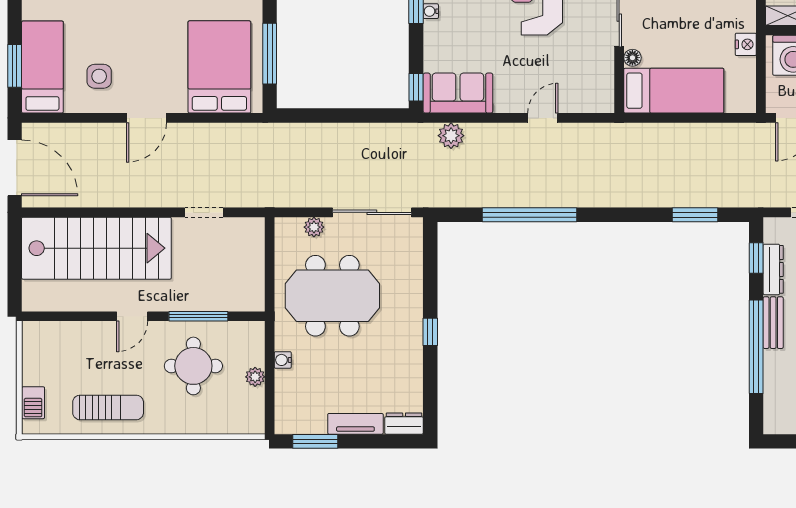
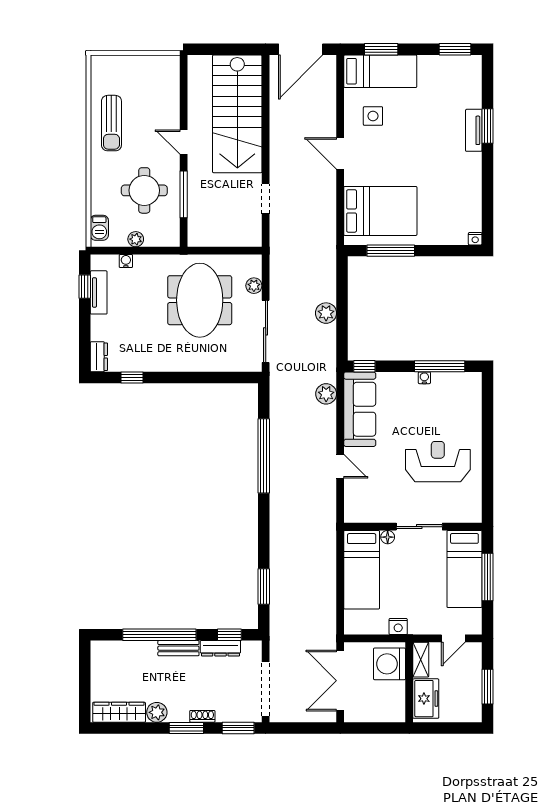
sofa: (458, 93) -> (360, 409), width x1.36
plant: (349, 136) -> (326, 313), added
window: (430, 332) -> (132, 377), moved
water cooler: (283, 360) -> (126, 261), moved
barbecue: (33, 403) -> (99, 228), moved, turned -90
tv unit: (355, 424) -> (99, 292), moved
window: (315, 441) -> (85, 287), width x0.67

